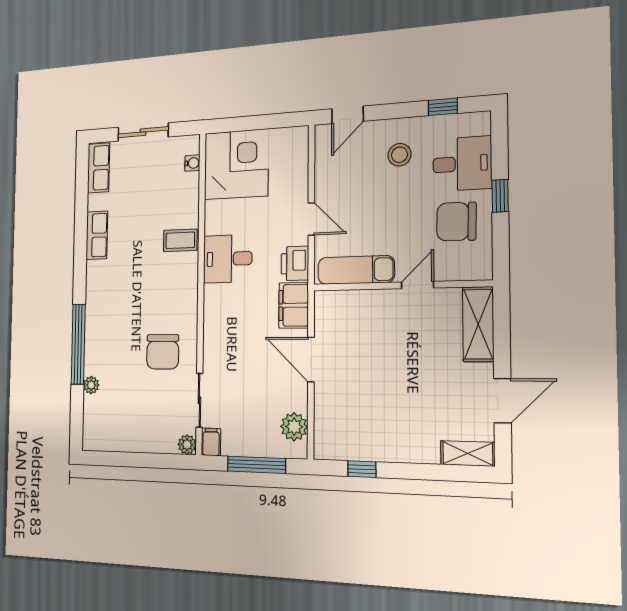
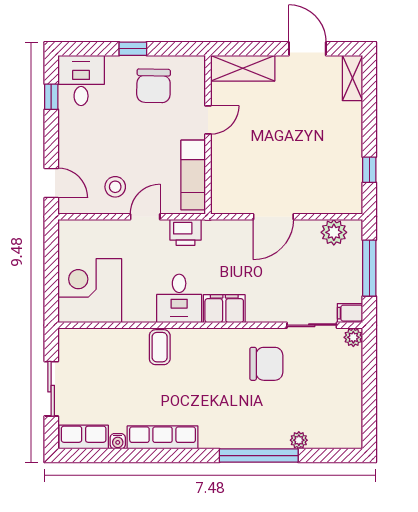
stool: (399, 155) -> (115, 187), moved
water cooler: (192, 163) -> (118, 441), moved, turned 180
desk: (462, 164) -> (81, 80), moved
row of seats: (97, 235) -> (163, 437), width x1.48
door: (418, 285) -> (208, 120), swing flipped
filing cabinet: (294, 305) -> (224, 309), moved, turned 180

